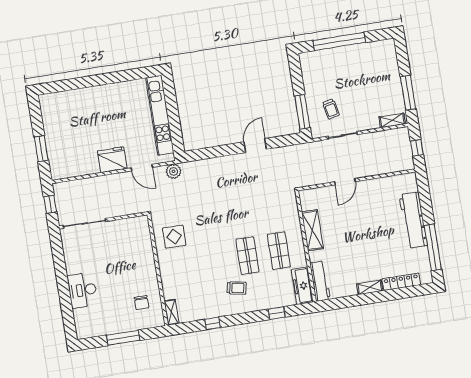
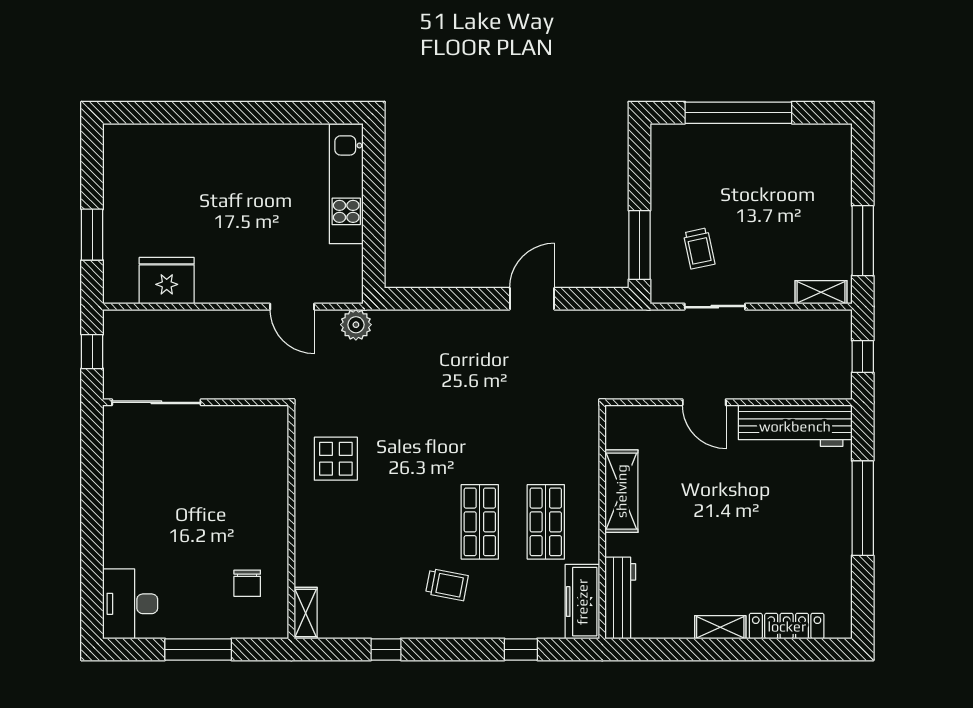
kitchen unit: (160, 115) -> (346, 184), width x0.73
fridge: (112, 160) -> (167, 281), moved
door: (345, 182) -> (704, 402), hinge flipped
workbench: (413, 220) -> (795, 426), moved, turned -90
window: (433, 247) -> (863, 508), moved
desk: (82, 290) -> (130, 604), moved

